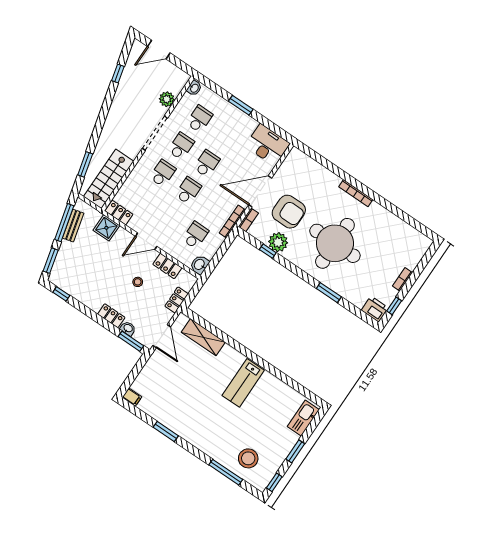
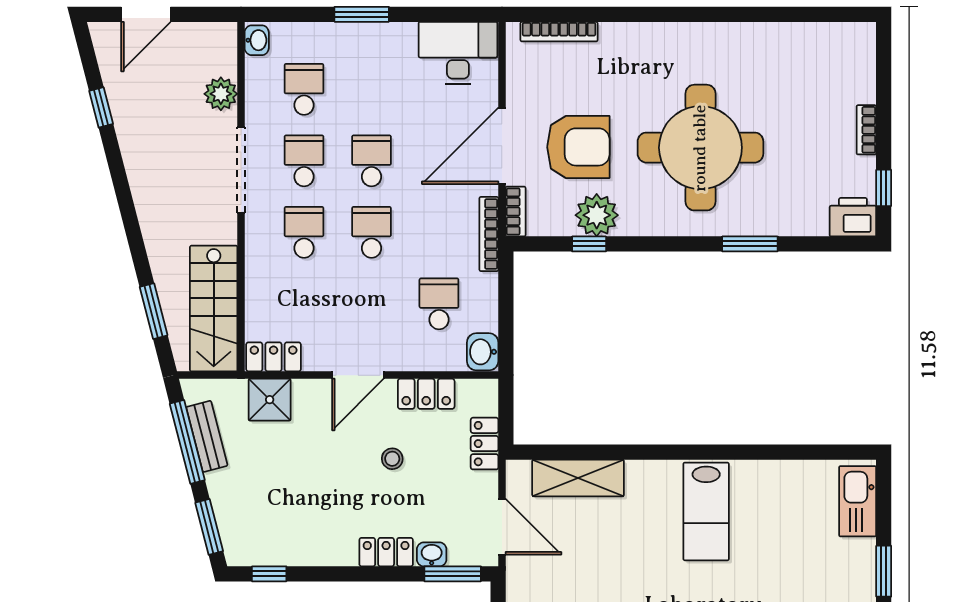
bookcase: (356, 193) -> (559, 32), moved

